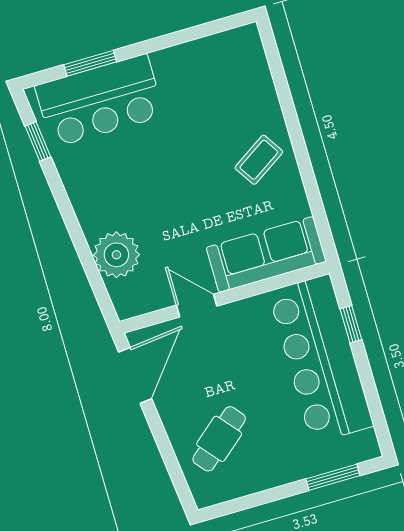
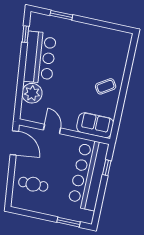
bar counter: (100, 101) -> (40, 57), moved, turned -96
sofa: (266, 254) -> (95, 125), width x0.73
door: (135, 375) -> (14, 143), hinge flipped
cafe table: (219, 439) -> (33, 184), turned 40

